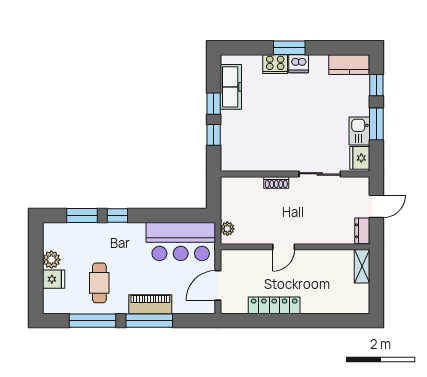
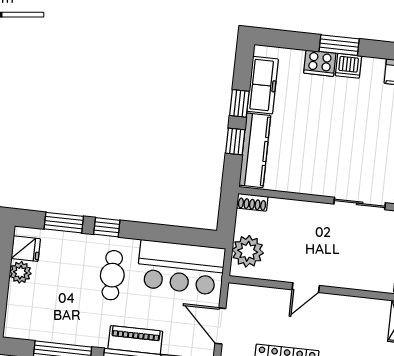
kitchen counter: (230, 140) -> (255, 150), added
shoe rack: (276, 183) -> (252, 202), moved
plant: (227, 229) -> (248, 251), width x1.87, depth x1.87
fridge: (54, 279) -> (26, 249), moved
cafe table: (99, 283) -> (112, 275), moved
door: (218, 285) -> (220, 326), hinge flipped

